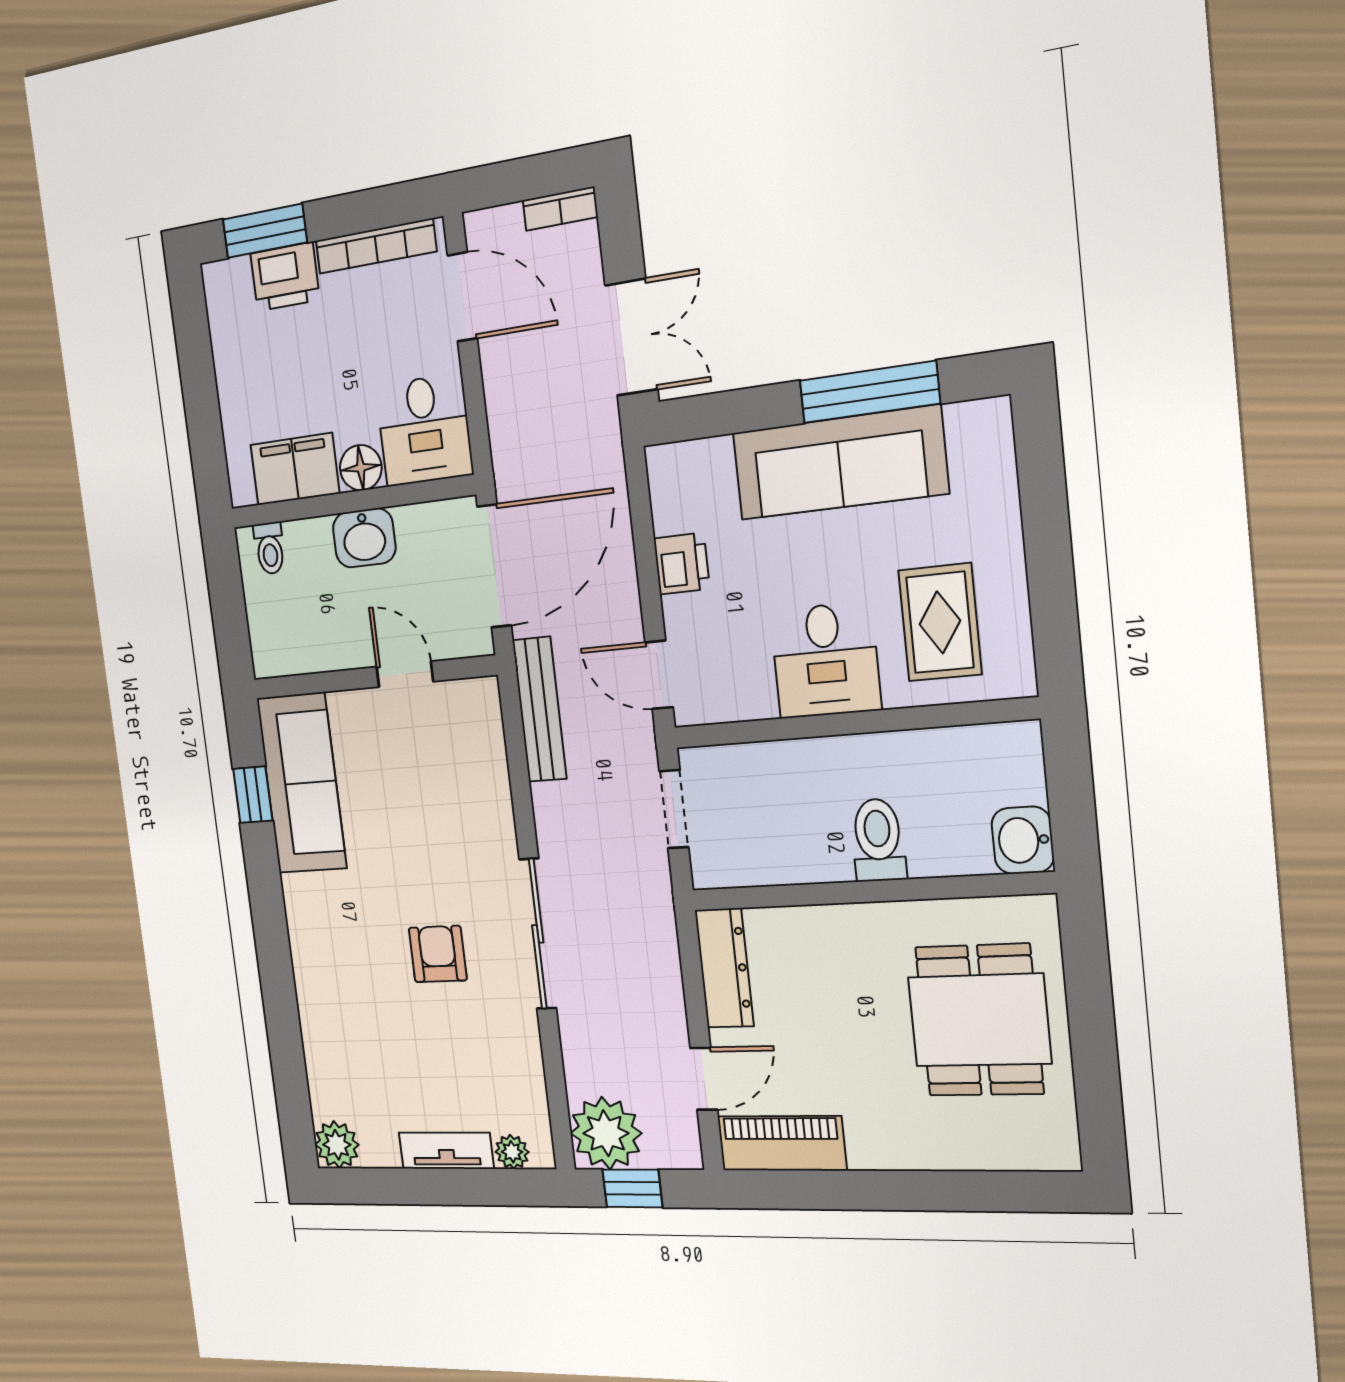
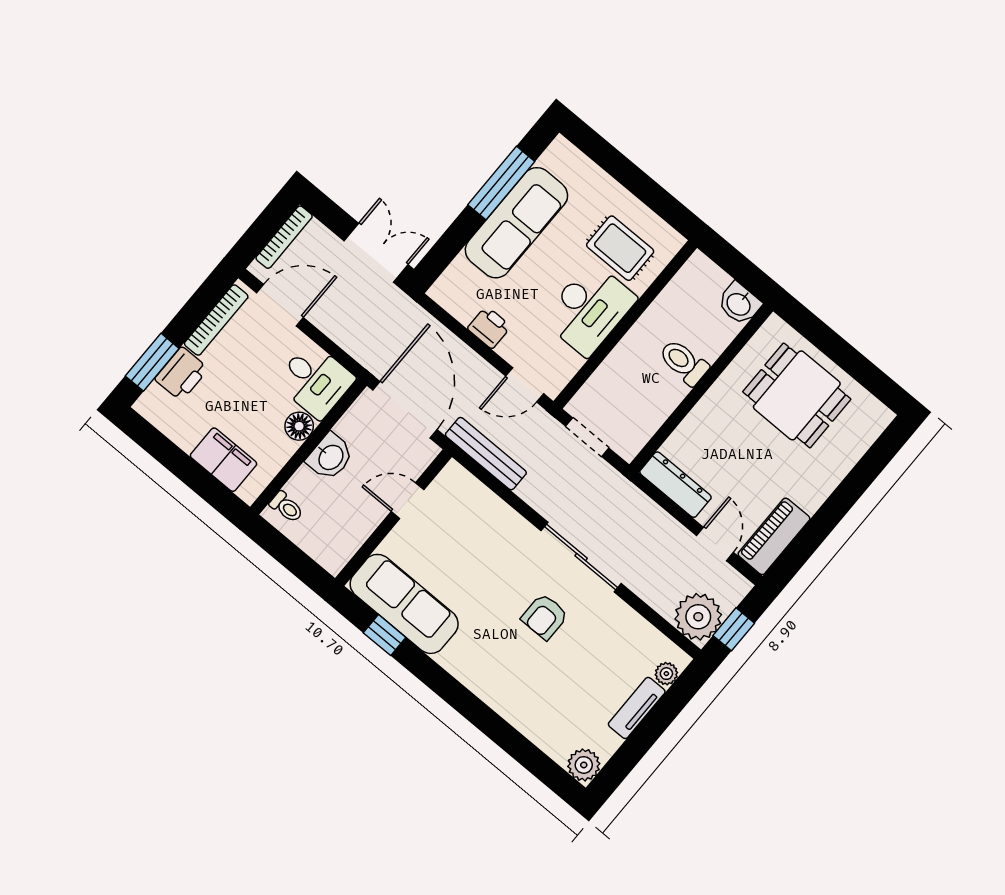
bookcase: (560, 209) -> (284, 237), width x1.56
filing cabinet: (295, 469) -> (223, 460), moved, turned 90
desk: (825, 660) -> (589, 309), width x1.37
armchair: (438, 954) -> (545, 617), turned -90

